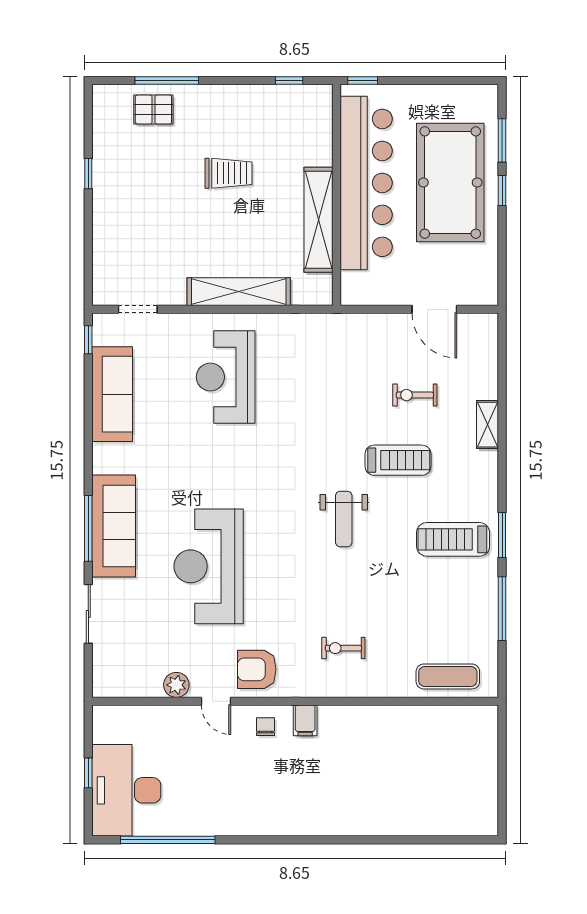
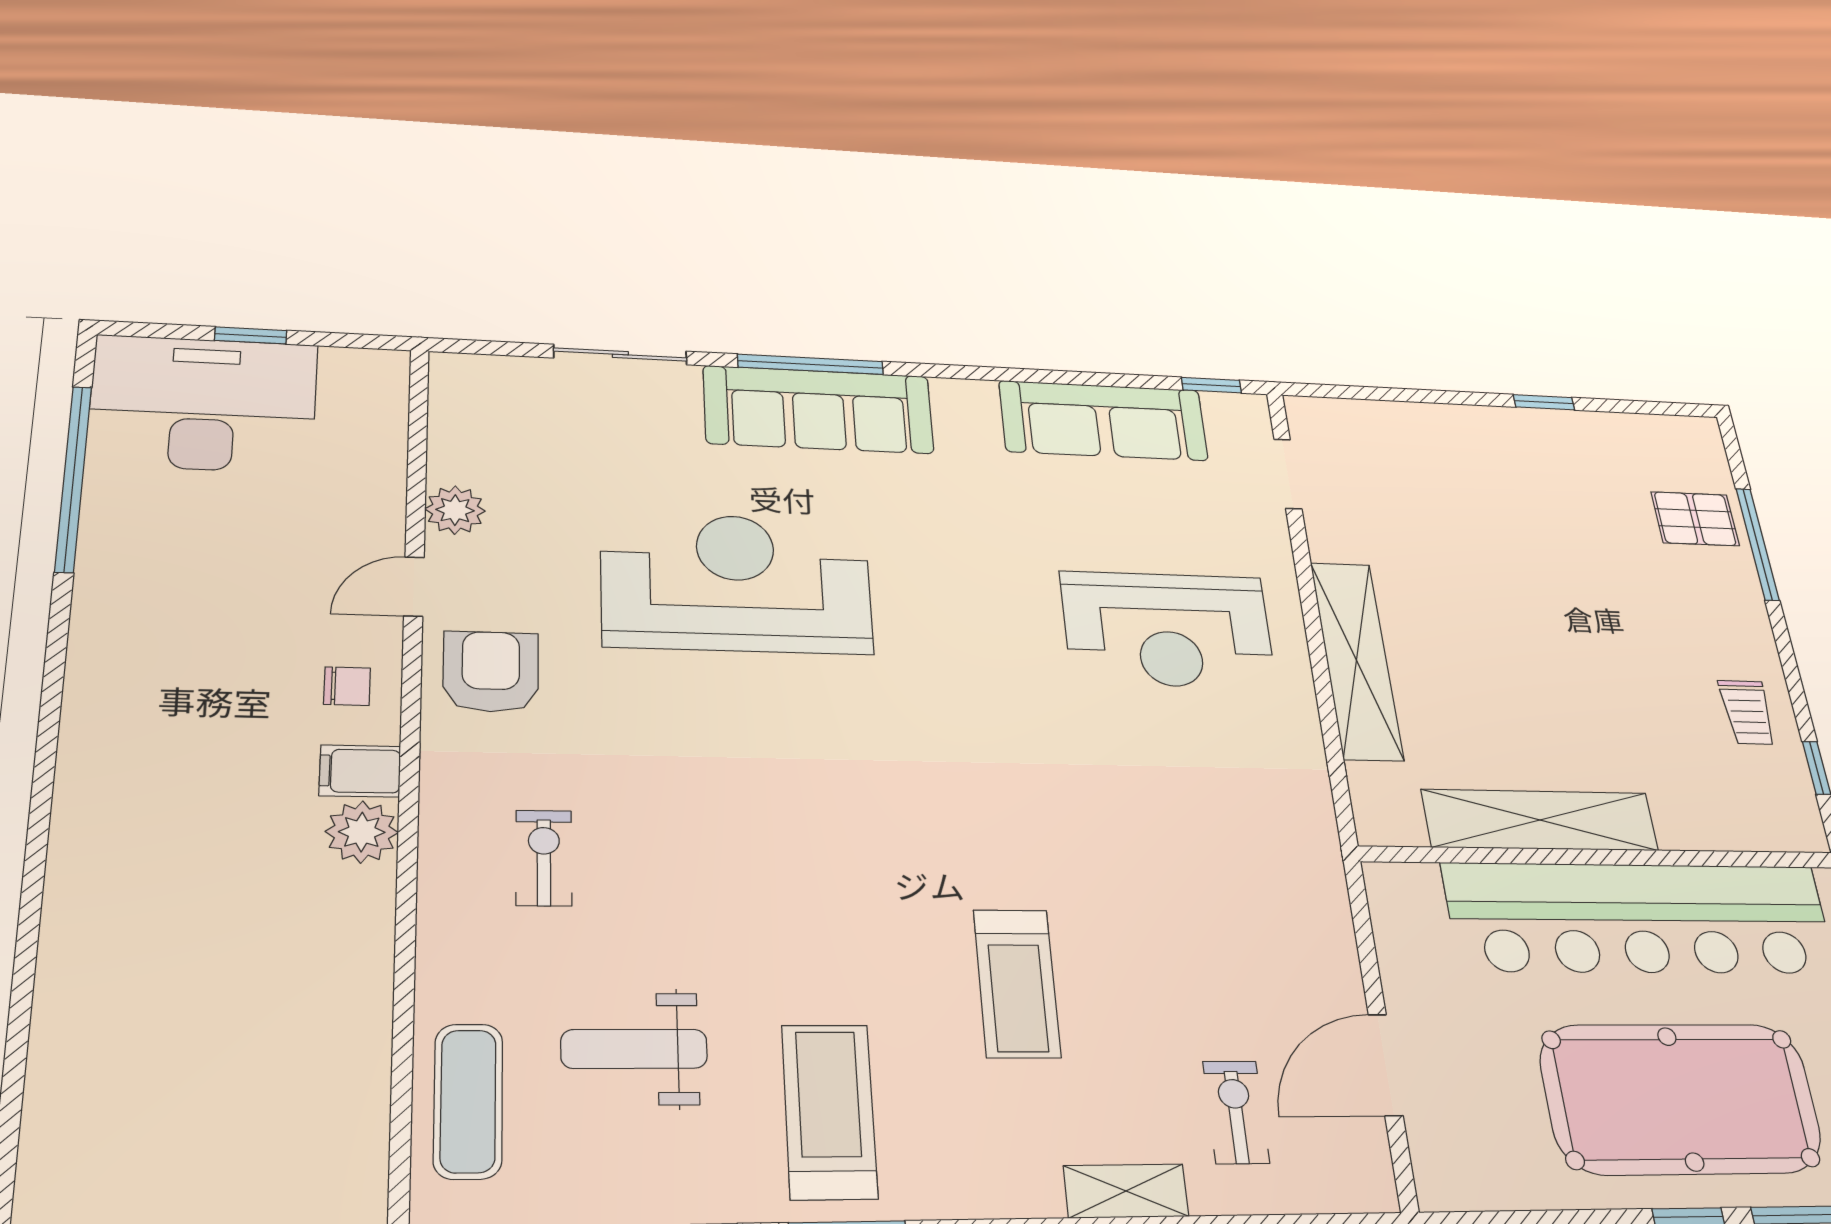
pallet: (153, 110) -> (1695, 519), turned 90
trolley: (229, 173) -> (1747, 712), moved, width x0.73, depth x0.72
reception desk: (226, 377) -> (1168, 630), turned 180
exercise bike: (415, 395) -> (1236, 1112), moved
weight bench: (344, 519) -> (634, 1049), moved
plant: (333, 719) -> (362, 832), added

